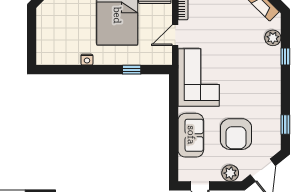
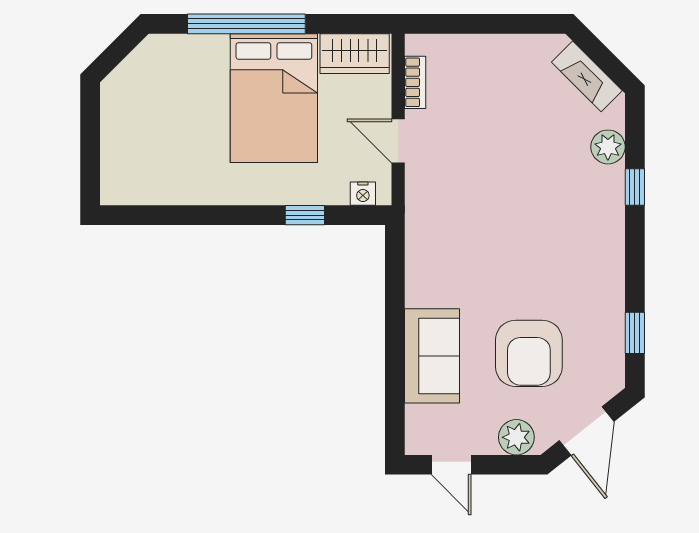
door: (175, 35) -> (398, 141), hinge flipped
nightstand: (87, 60) -> (363, 194), moved
corner sofa: (199, 77) -> (449, 232), removed

